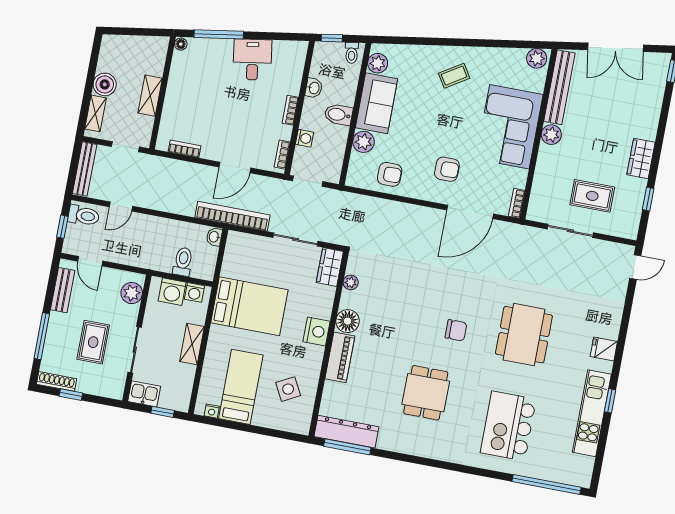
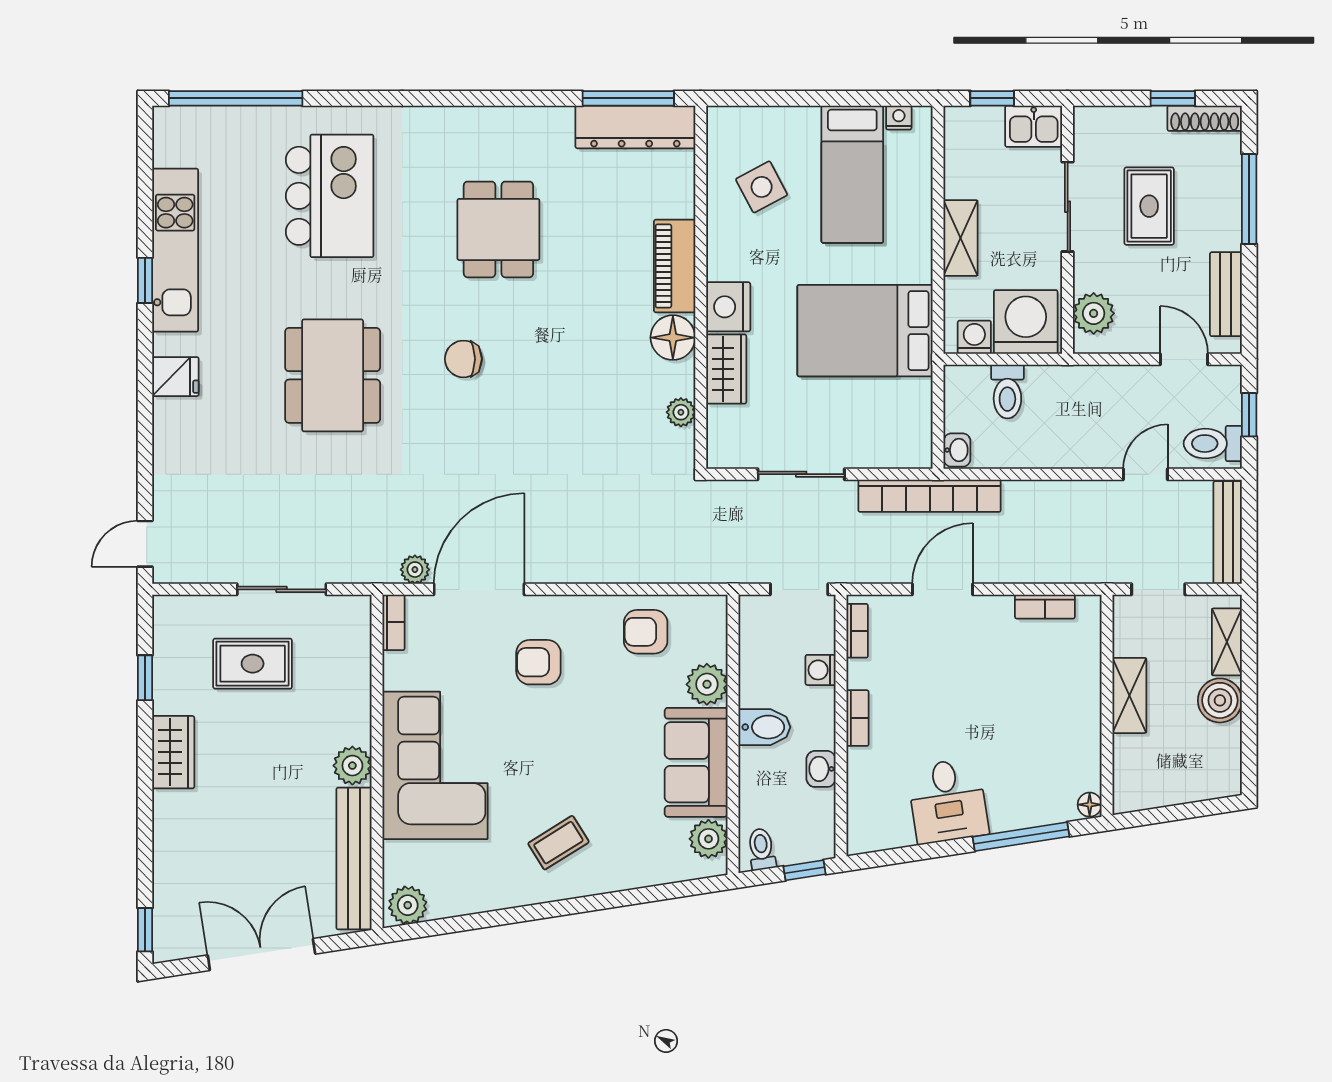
plant: (501, 228) -> (415, 570), added
wardrobe: (330, 267) -> (726, 369), moved
washing machine: (172, 292) -> (1026, 322), width x1.37, depth x1.37

